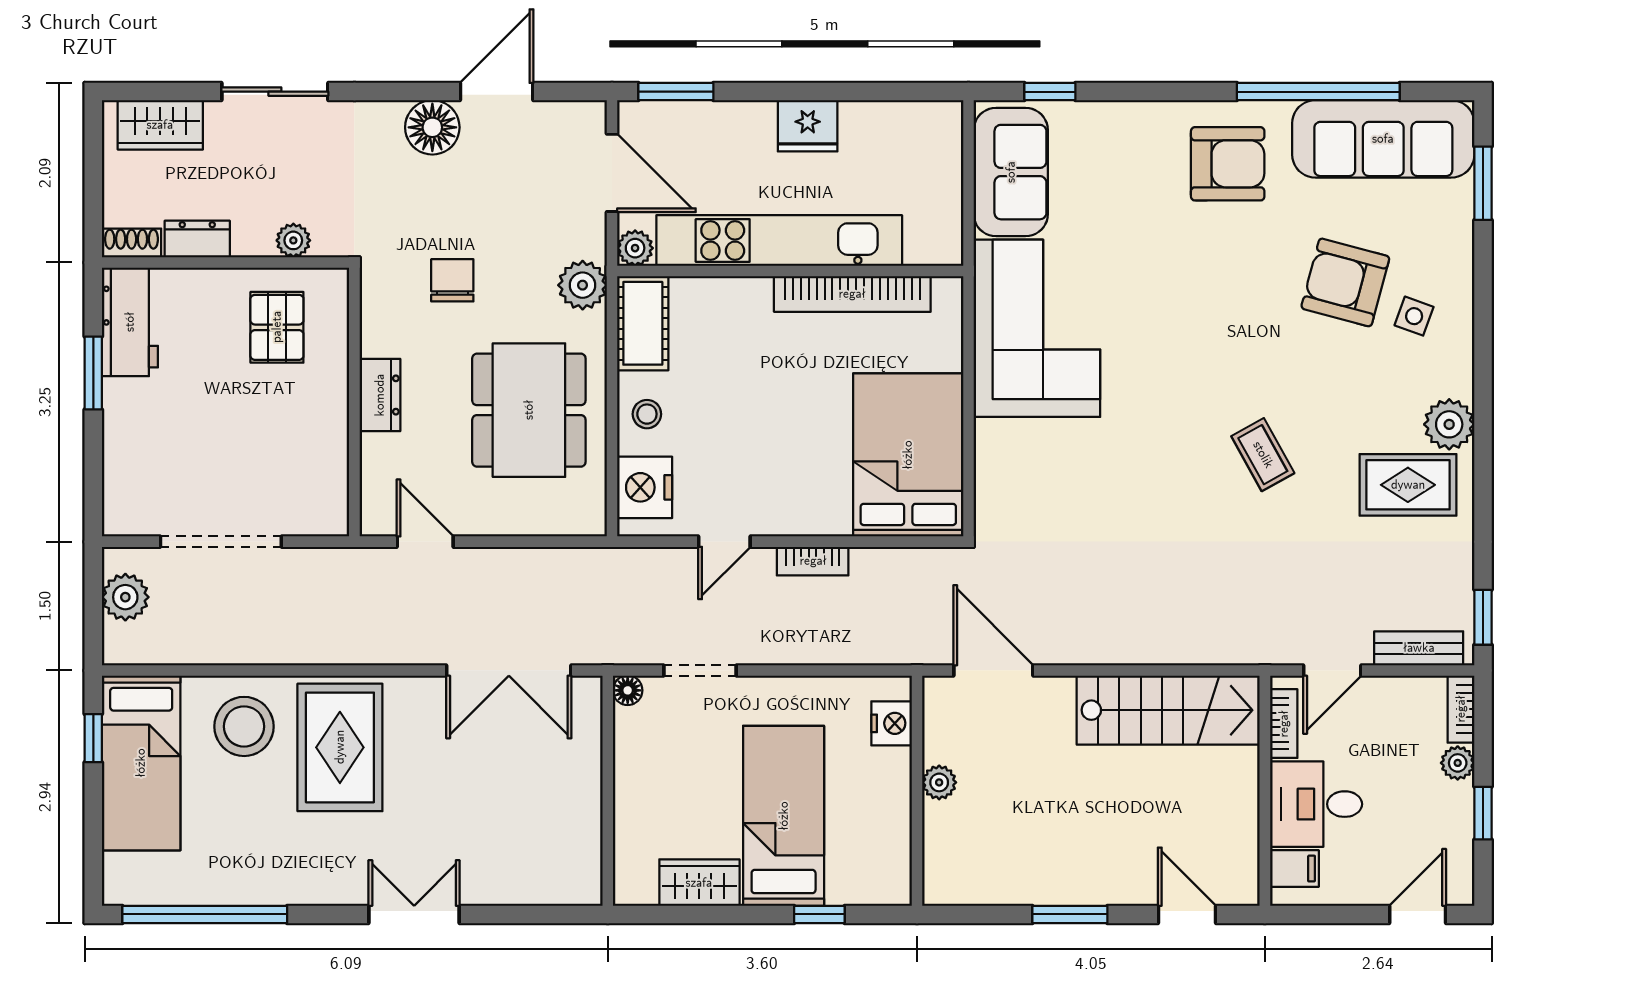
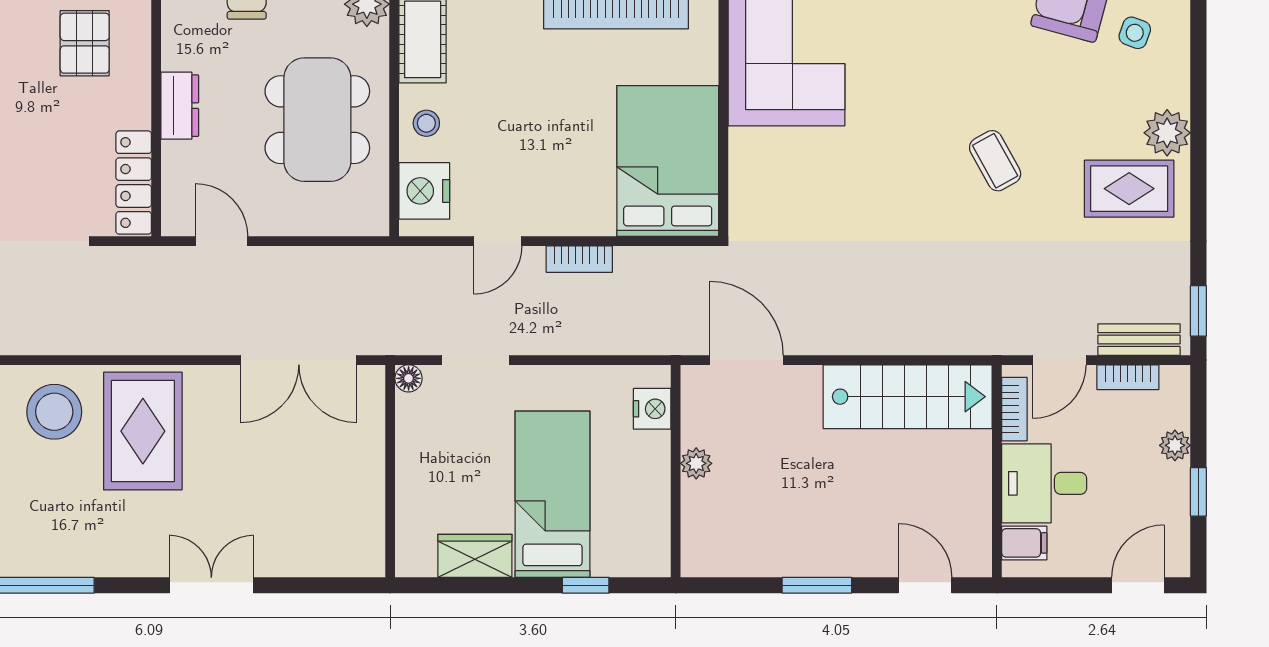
locker: (330, 478) -> (134, 183), added
bookcase: (1461, 709) -> (1128, 377), moved, turned -90

